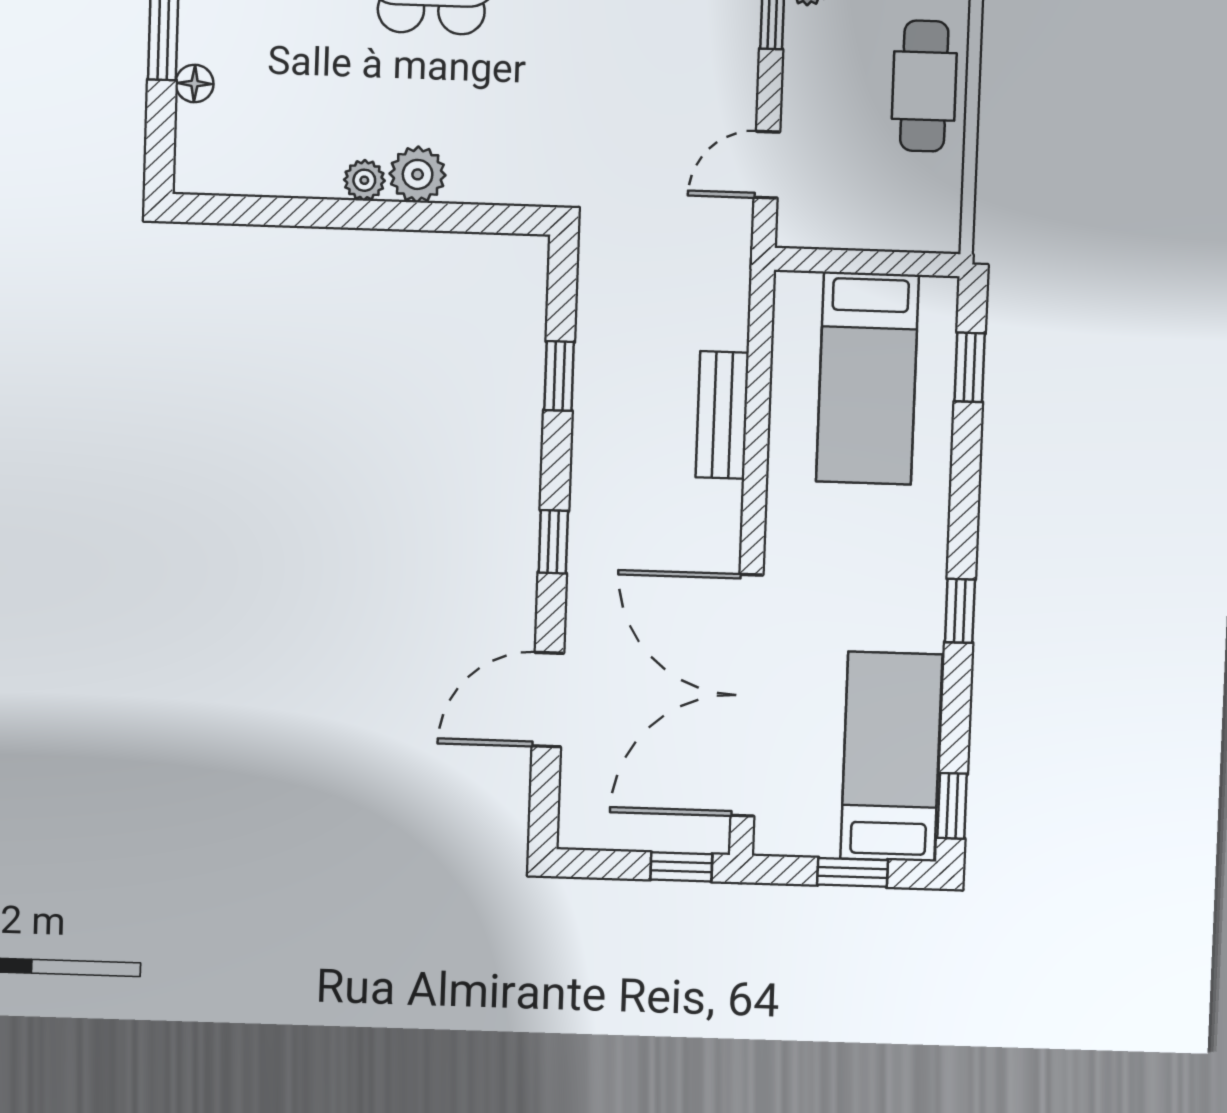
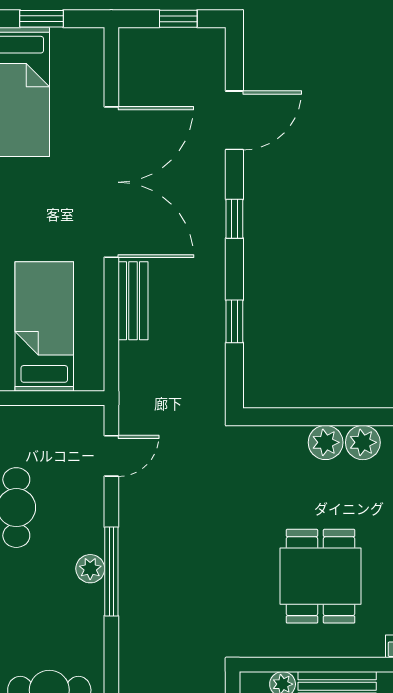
plant: (364, 180) -> (363, 442), width x1.38, depth x1.38
double door: (747, 695) -> (111, 182), moved
window: (681, 867) -> (178, 19), moved

